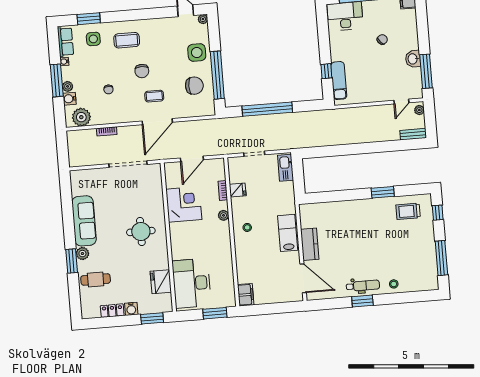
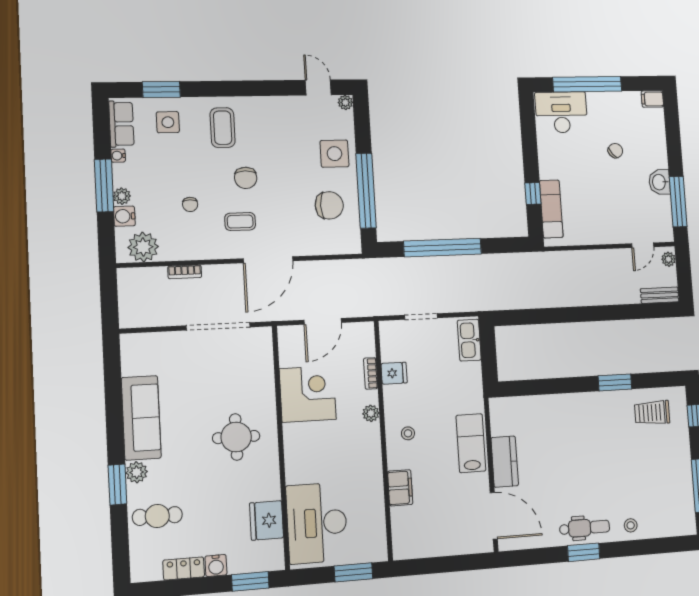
coffee table: (127, 40) -> (223, 128), turned 90
coffee table: (154, 96) -> (240, 222), moved
filing cabinet: (246, 295) -> (400, 488), moved

